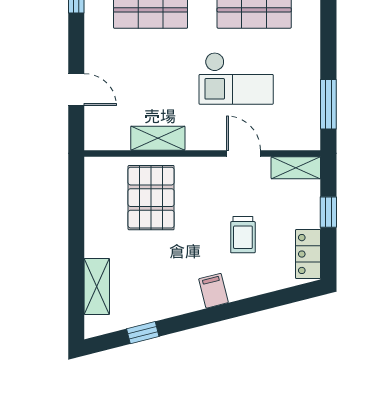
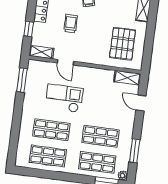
shelving: (158, 138) -> (127, 78), moved
pallet: (151, 198) -> (122, 44), moved

